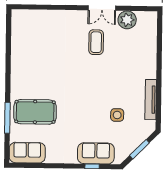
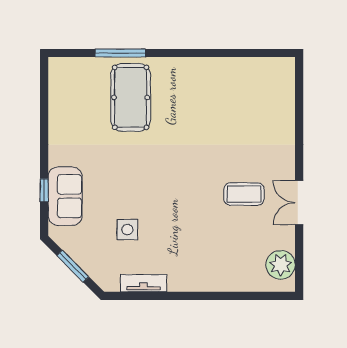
plant: (127, 20) -> (281, 265), moved
tv unit: (151, 100) -> (143, 283), width x0.71
sofa: (27, 153) -> (65, 86), removed

